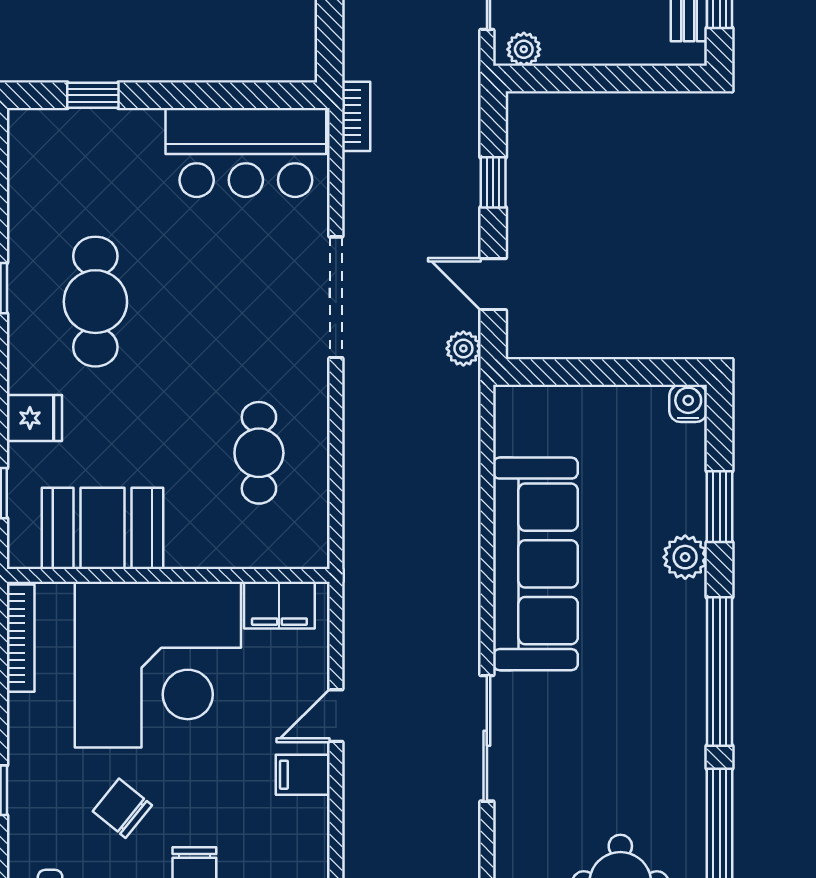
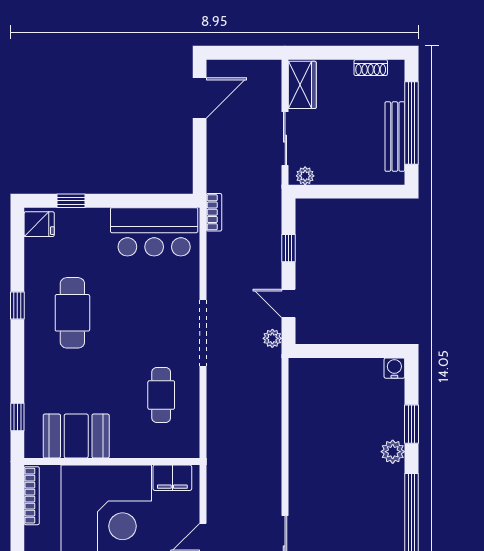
doorway: (336, 297) -> (203, 333), moved
fridge: (34, 418) -> (39, 224), moved
sofa: (535, 564) -> (311, 455), removed

